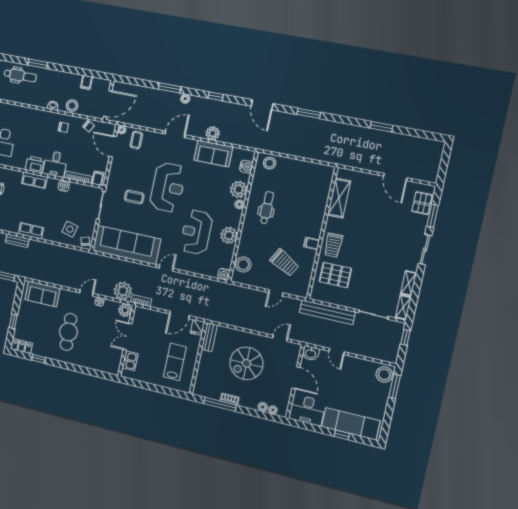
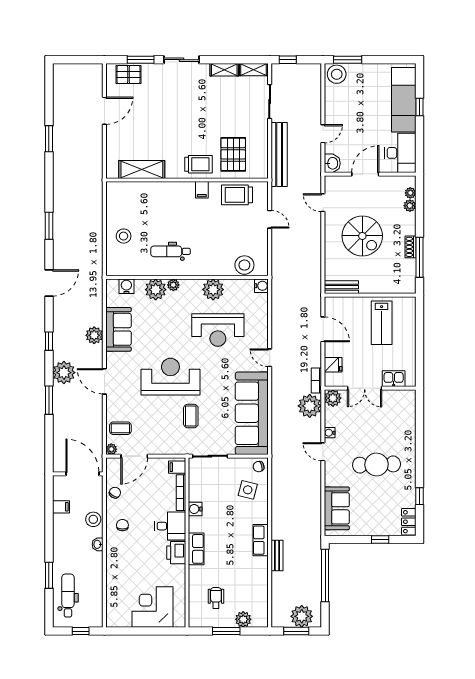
plant: (185, 99) -> (64, 373), width x1.88, depth x1.88
stool: (270, 163) -> (124, 236), moved
trolley: (284, 263) -> (237, 195), moved, turned -119
fridge: (198, 327) -> (333, 365), moved
lab bench: (175, 362) -> (382, 323), turned -90

